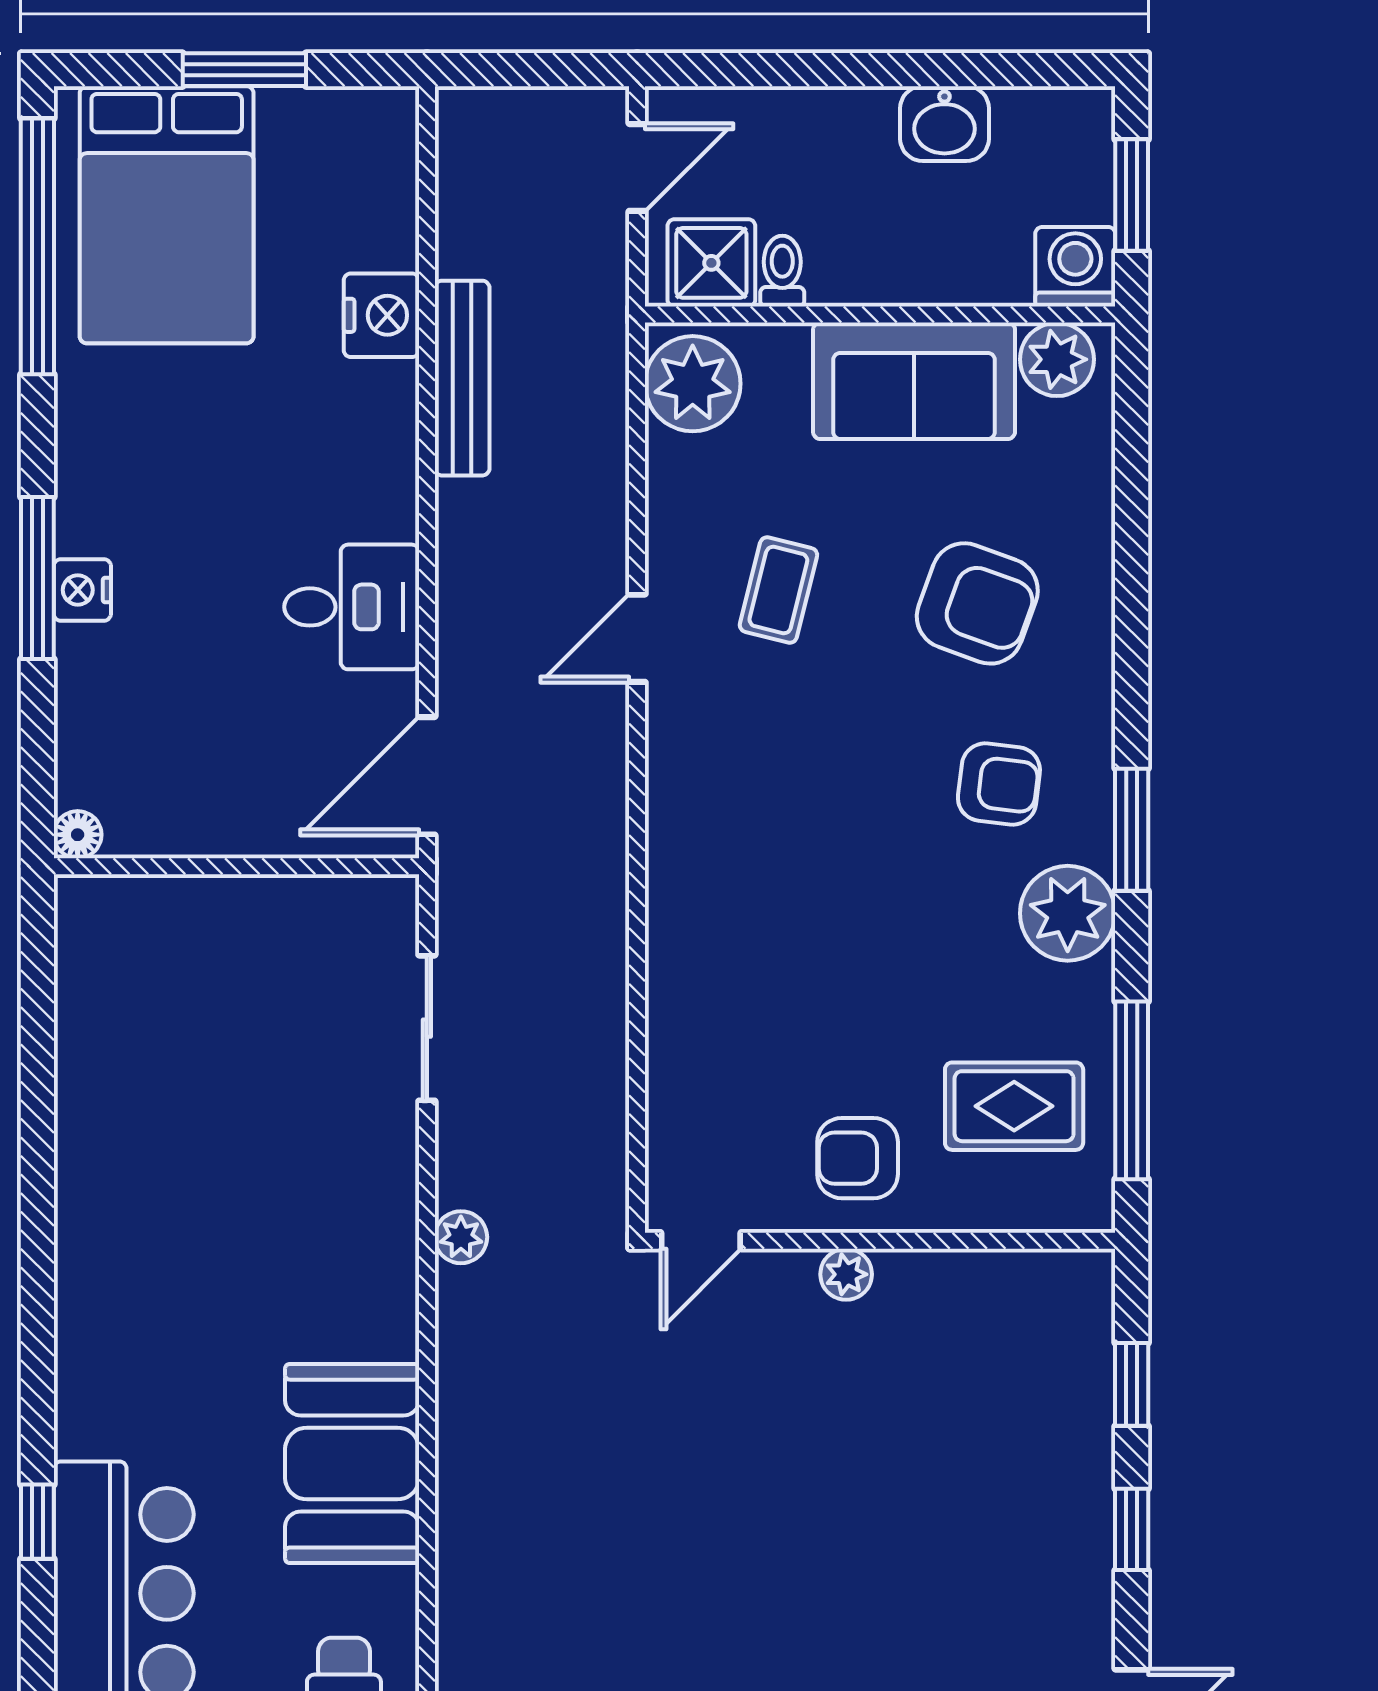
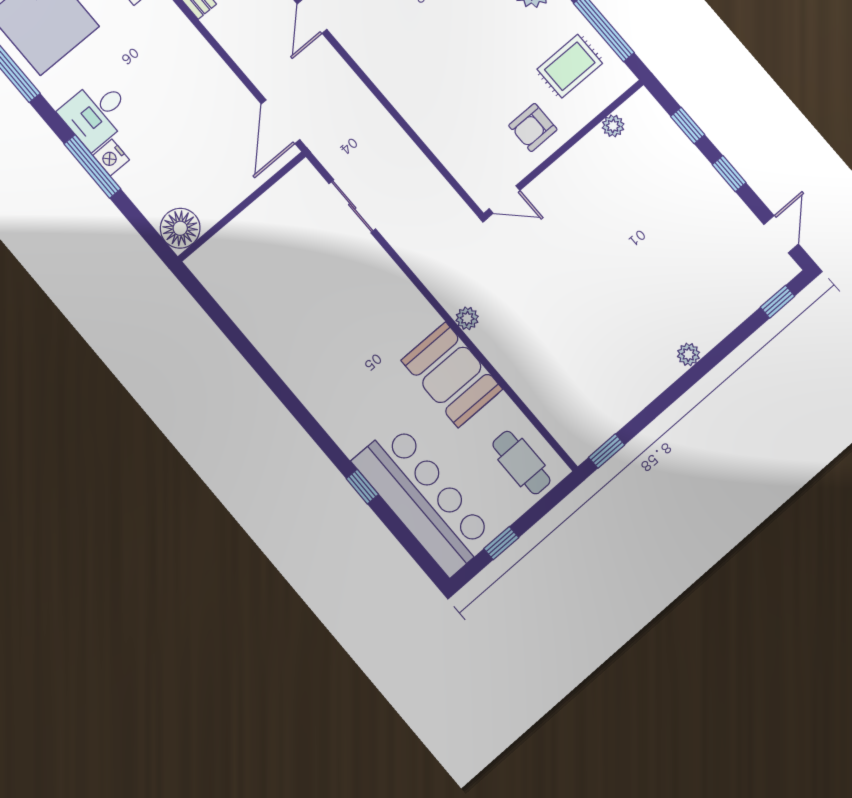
desk: (352, 607) -> (96, 113), moved, turned 180
floor lamp: (78, 835) -> (180, 228), width x1.89, depth x1.89
plant: (461, 1237) -> (467, 318), moved
door: (701, 1241) -> (505, 200), hinge flipped
plant: (846, 1274) -> (613, 126), moved

